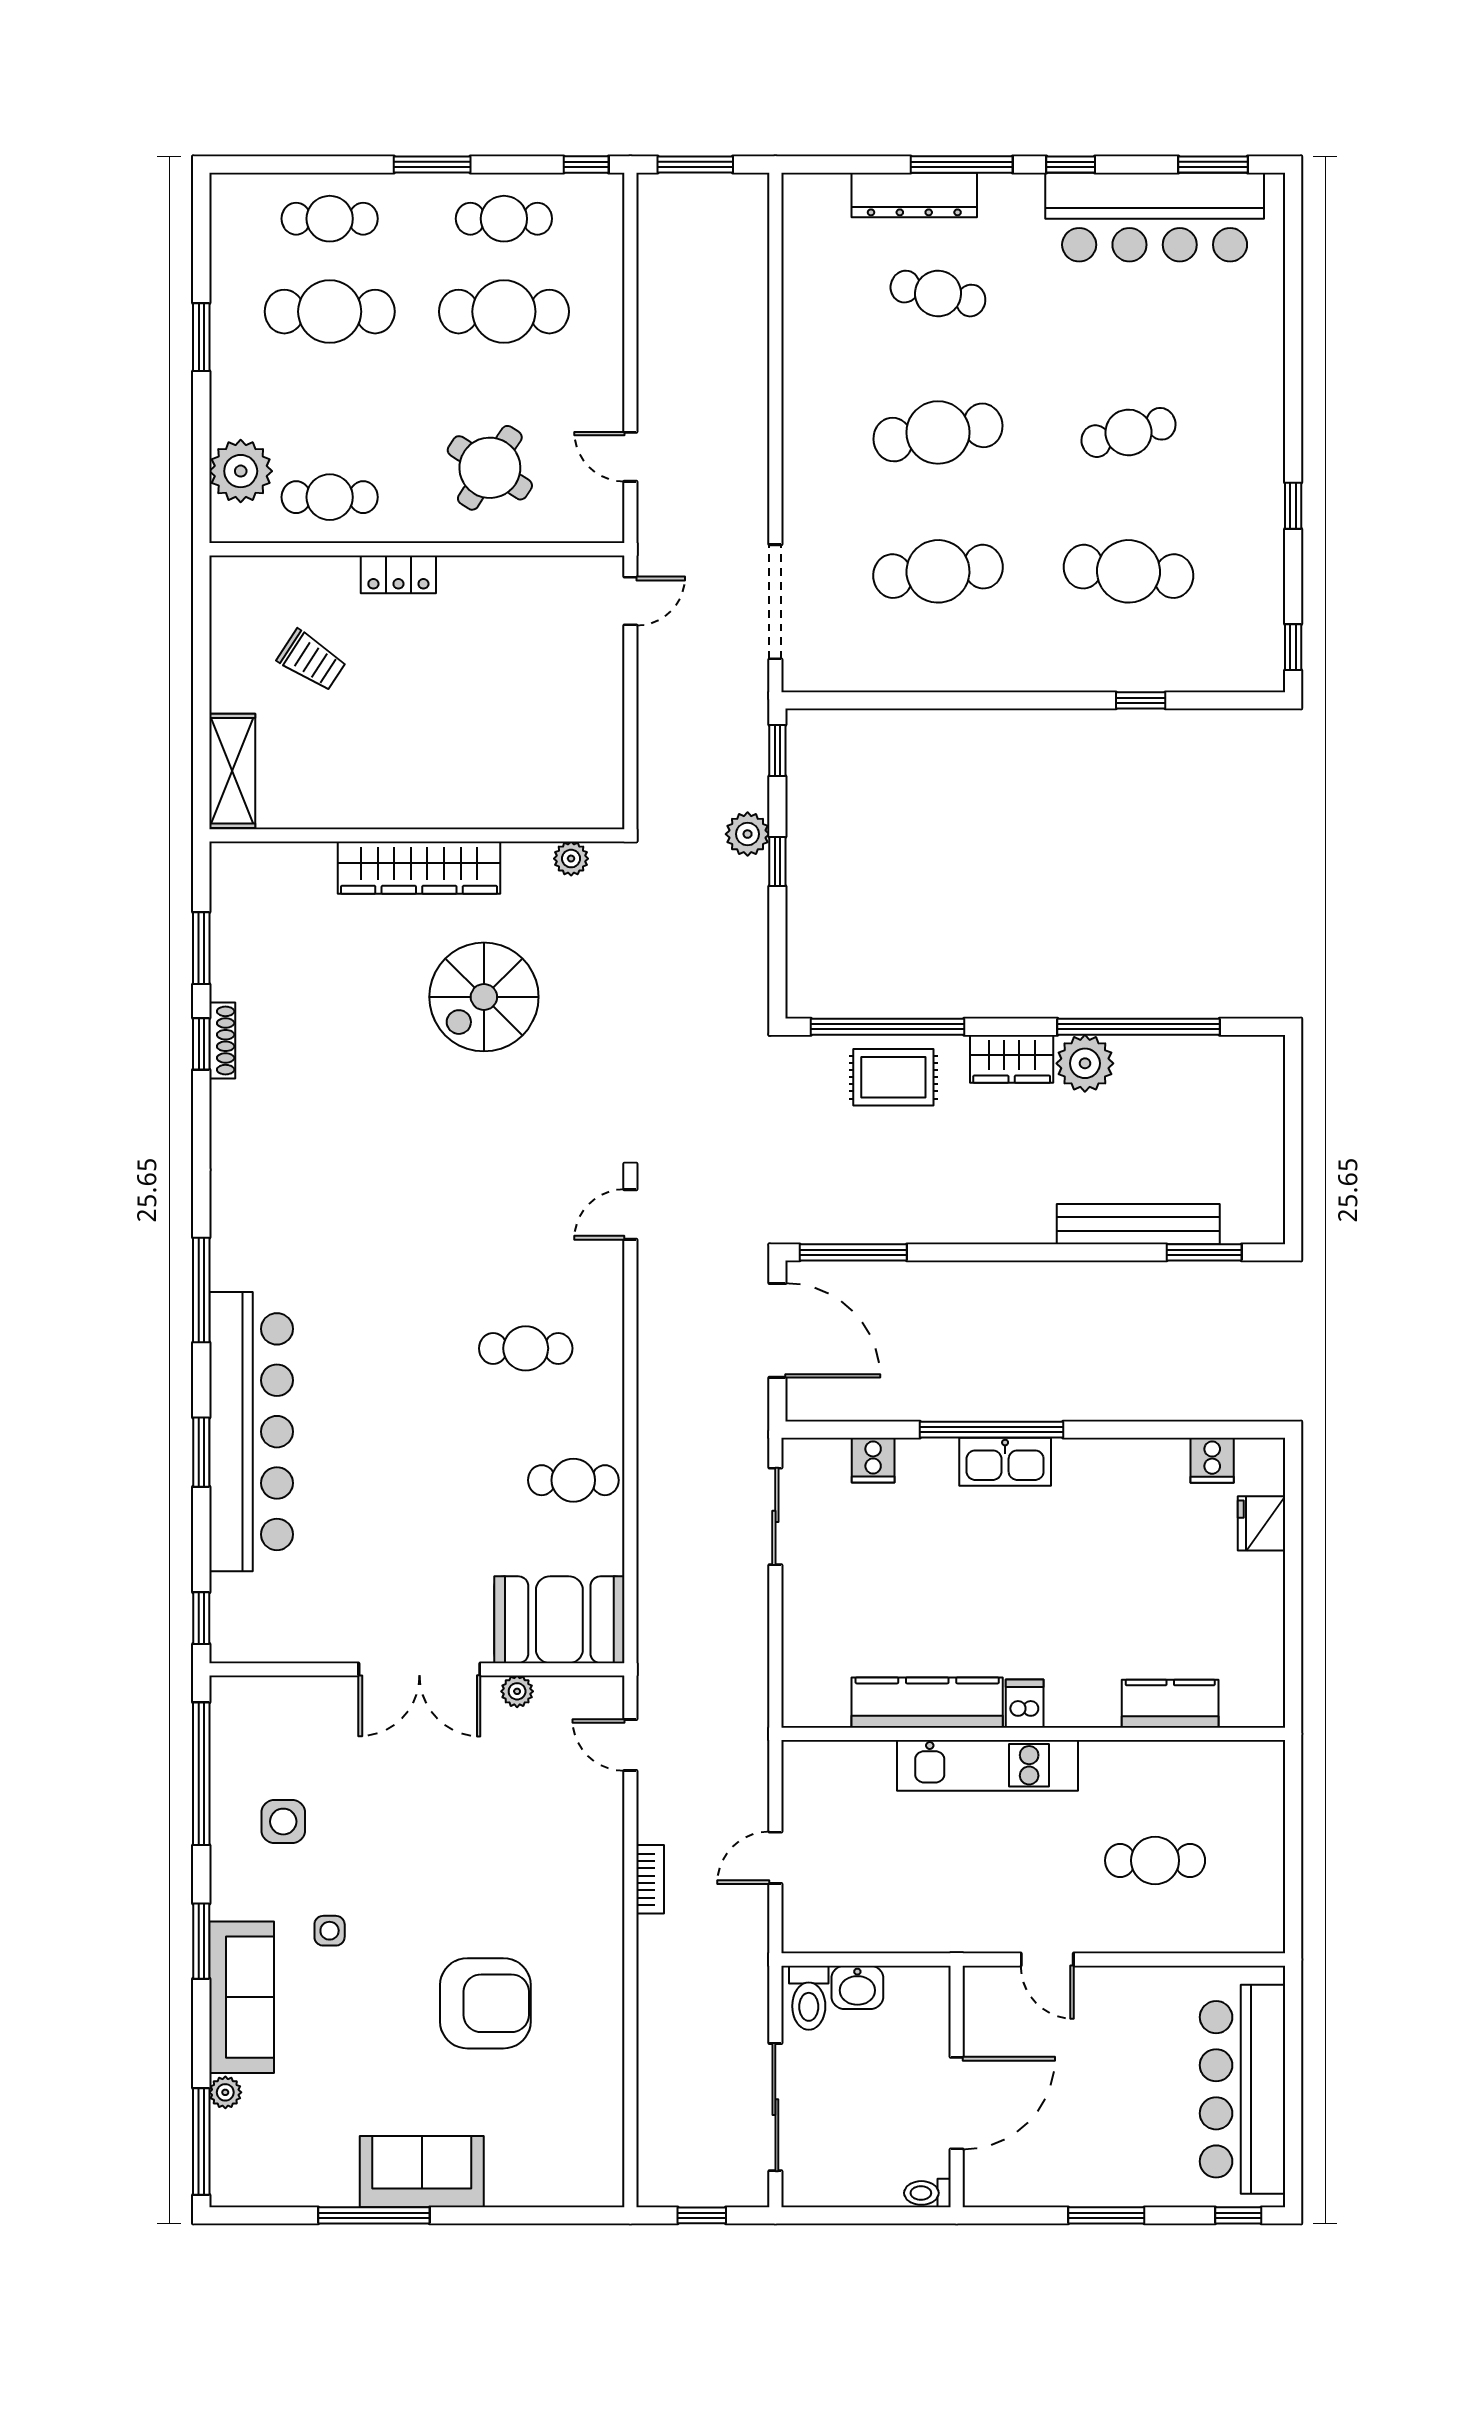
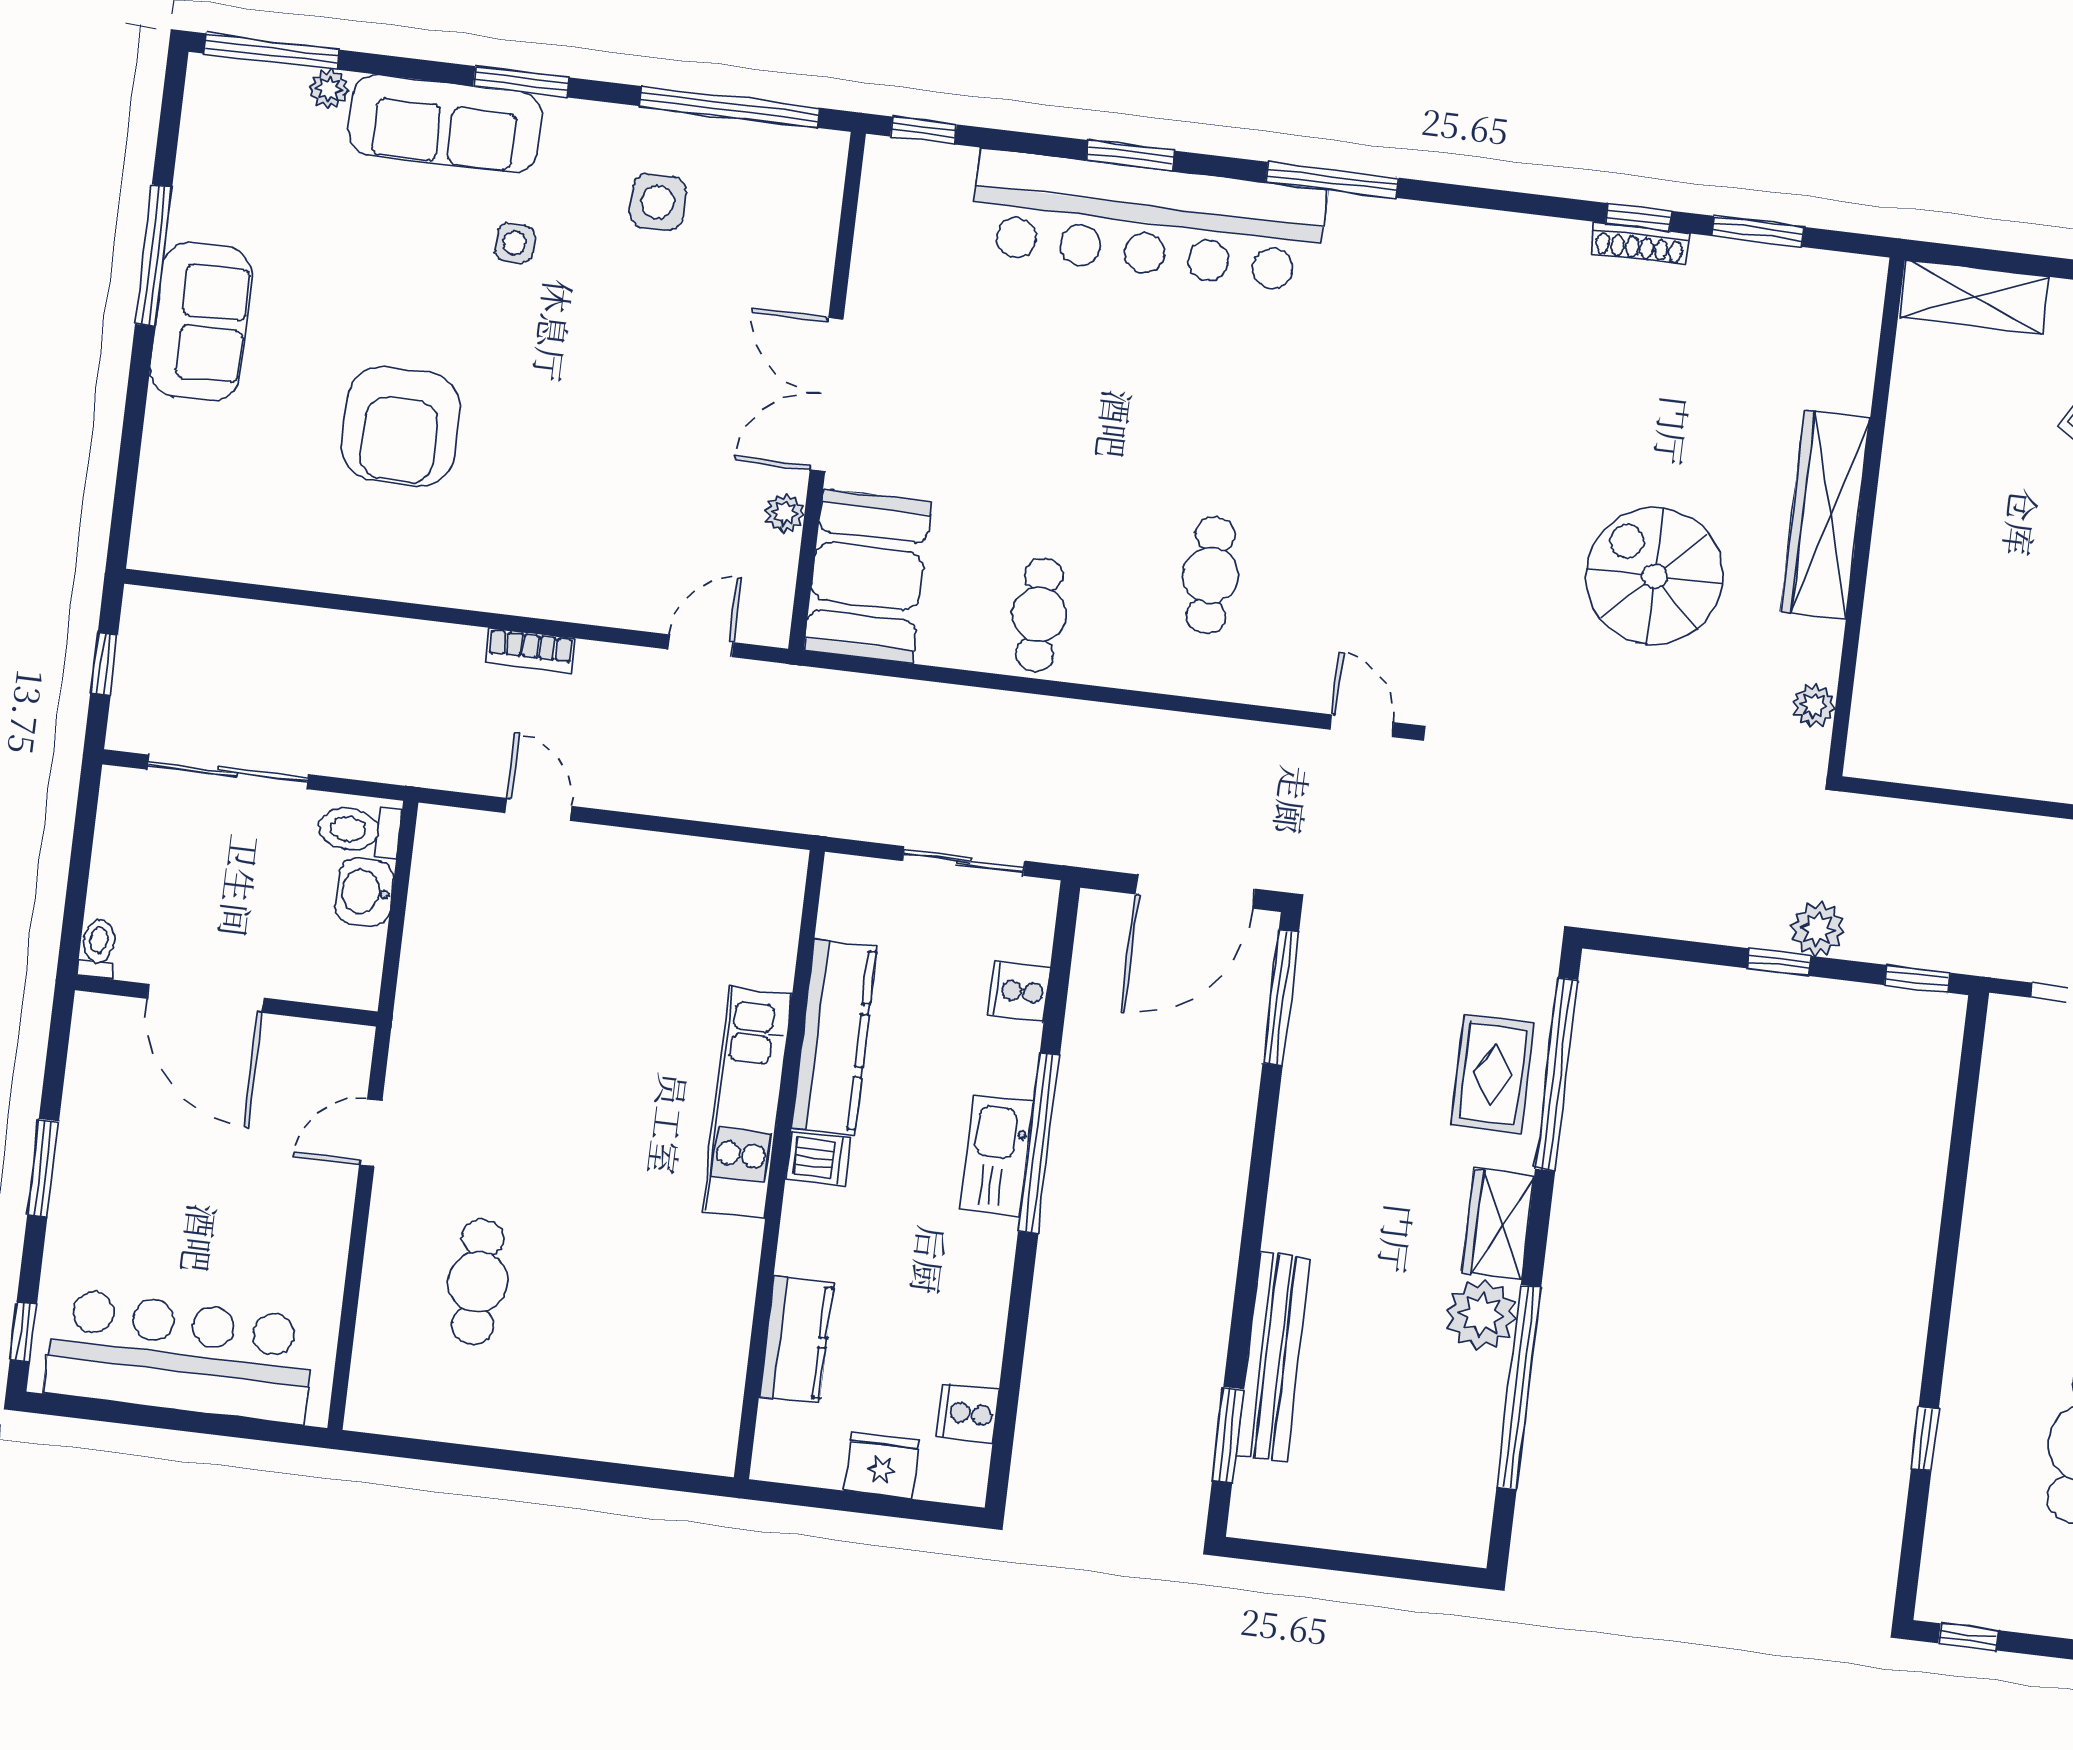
kitchen counter: (927, 1703) -> (834, 1037), moved
dishwasher: (1025, 1704) -> (818, 1158), moved
kitchen counter: (1170, 1704) -> (796, 1340), moved
wall: (1033, 1734) -> (779, 1165), moved
kitchen unit: (988, 1765) -> (747, 1103), moved

